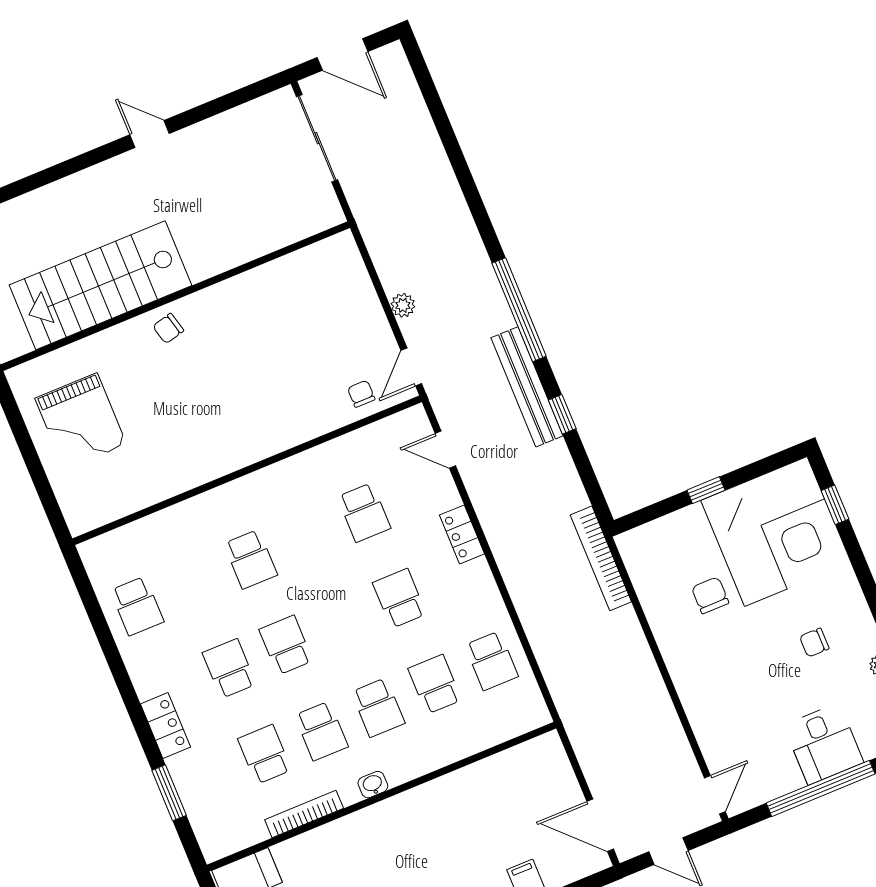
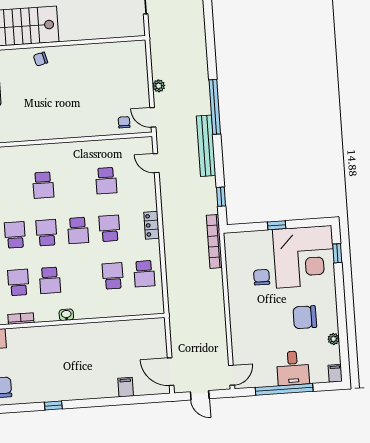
door: (411, 367) -> (153, 117), hinge flipped
window: (562, 414) -> (221, 197), moved
locker: (462, 534) -> (152, 225), moved
chair: (814, 643) -> (305, 317), width x1.87, depth x1.87
school desk: (378, 708) -> (78, 230), moved
bookcase: (304, 814) -> (21, 319), width x0.64

